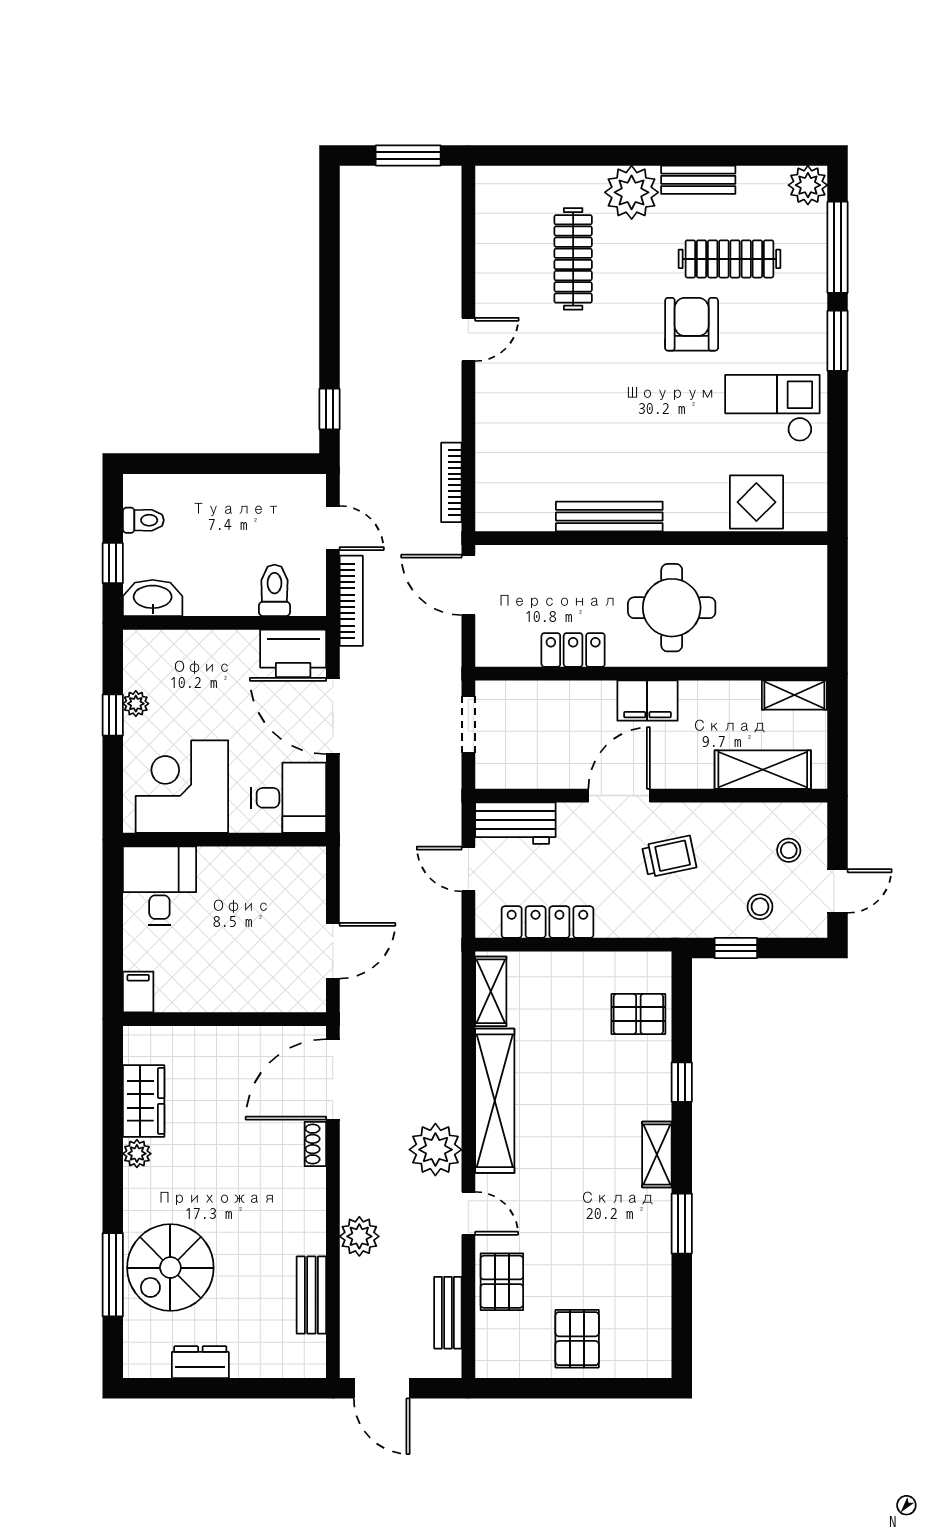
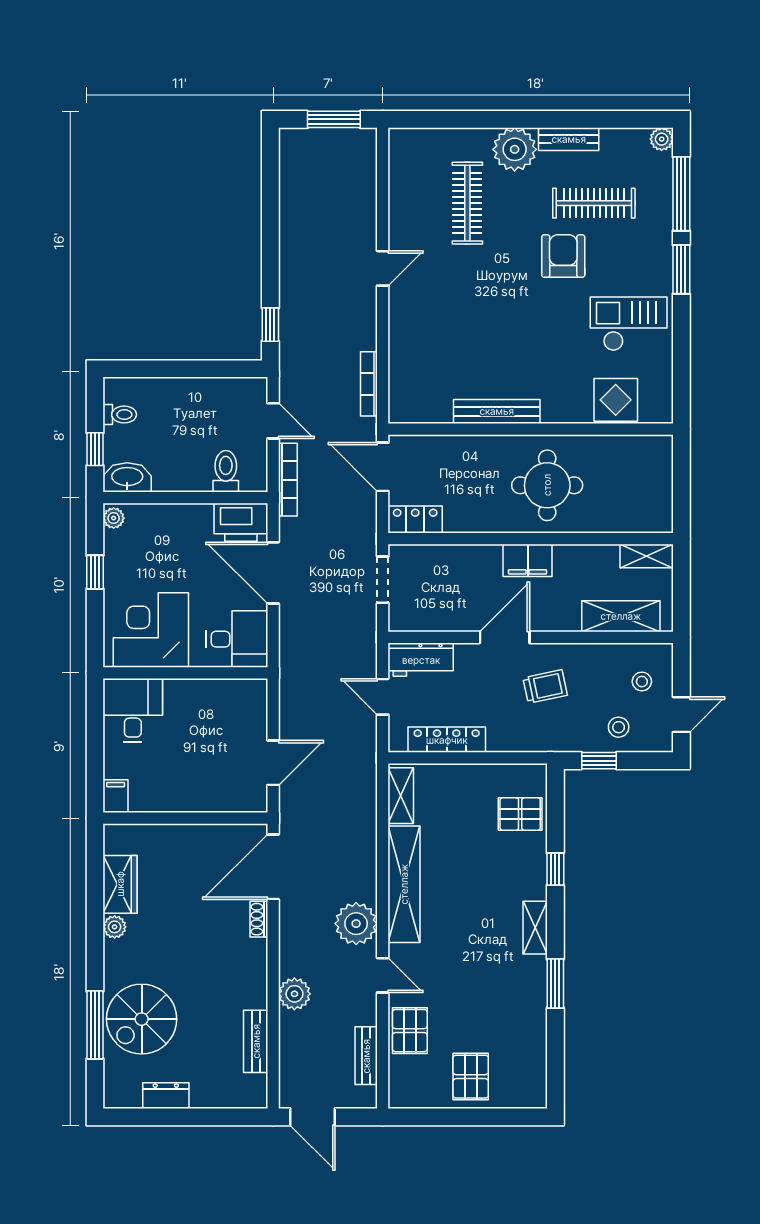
plant: (808, 185) -> (662, 139), width x0.73, depth x0.73
locker: (573, 650) -> (415, 520), moved
plant: (136, 704) -> (114, 518), moved

